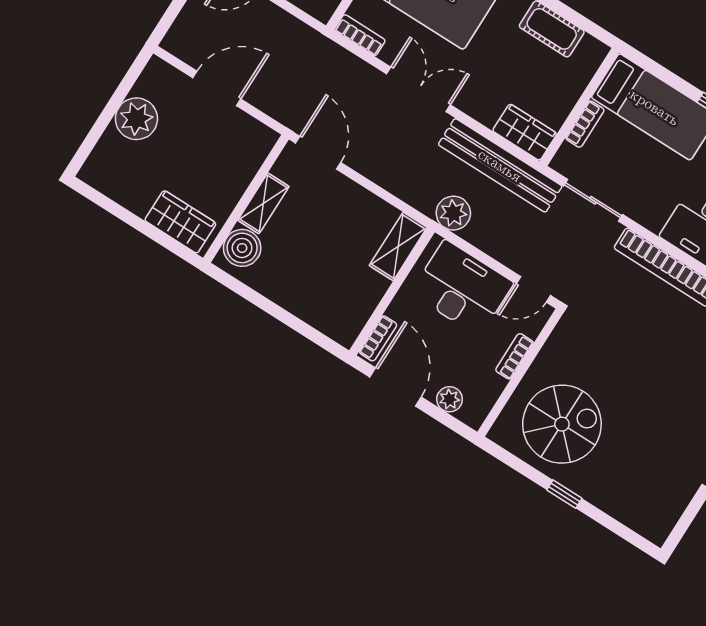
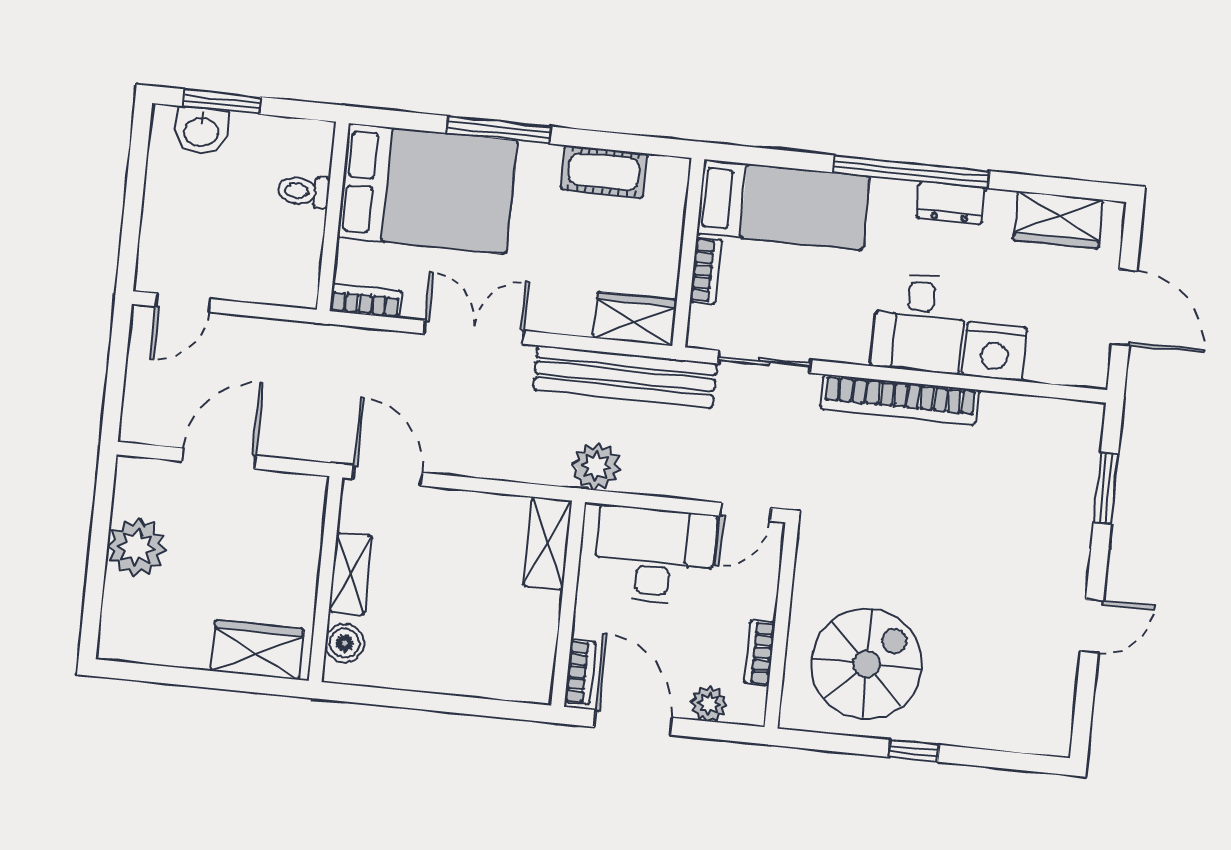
boiler: (242, 248) -> (345, 643), width x0.73, depth x0.73
bookcase: (515, 356) -> (759, 653), moved

